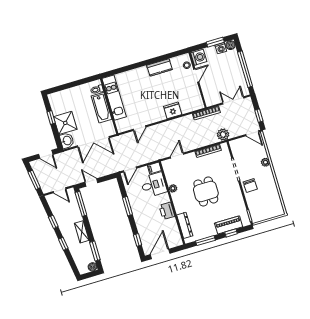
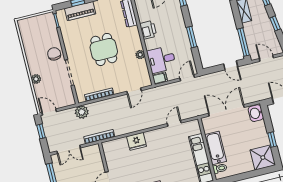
shower: (65, 123) -> (263, 158), moved

